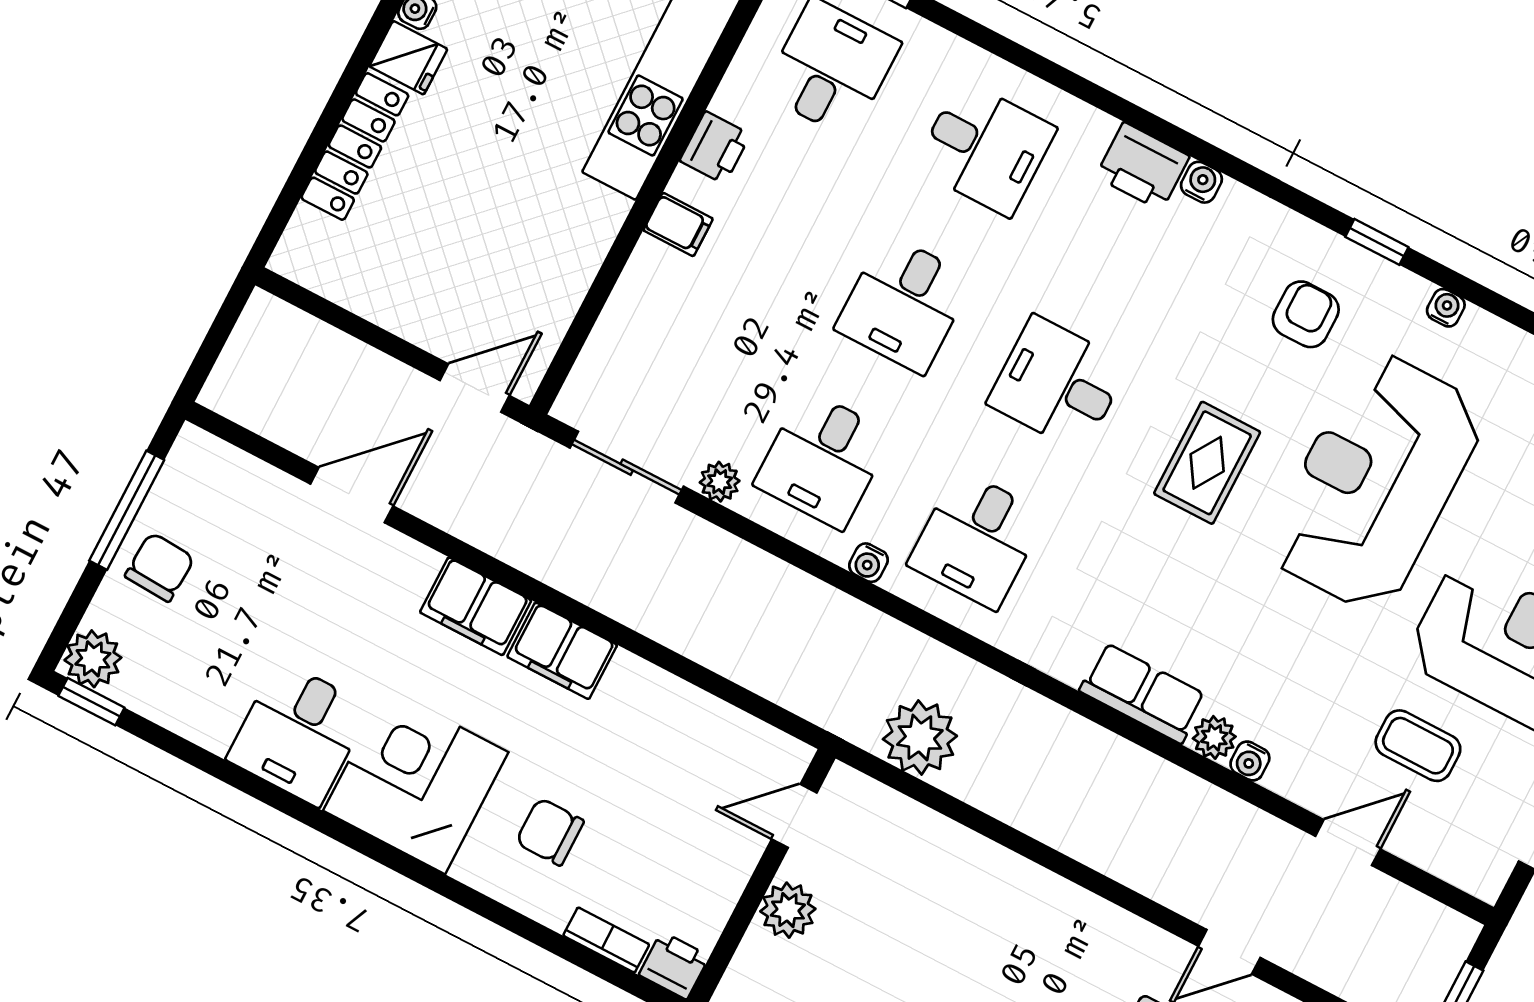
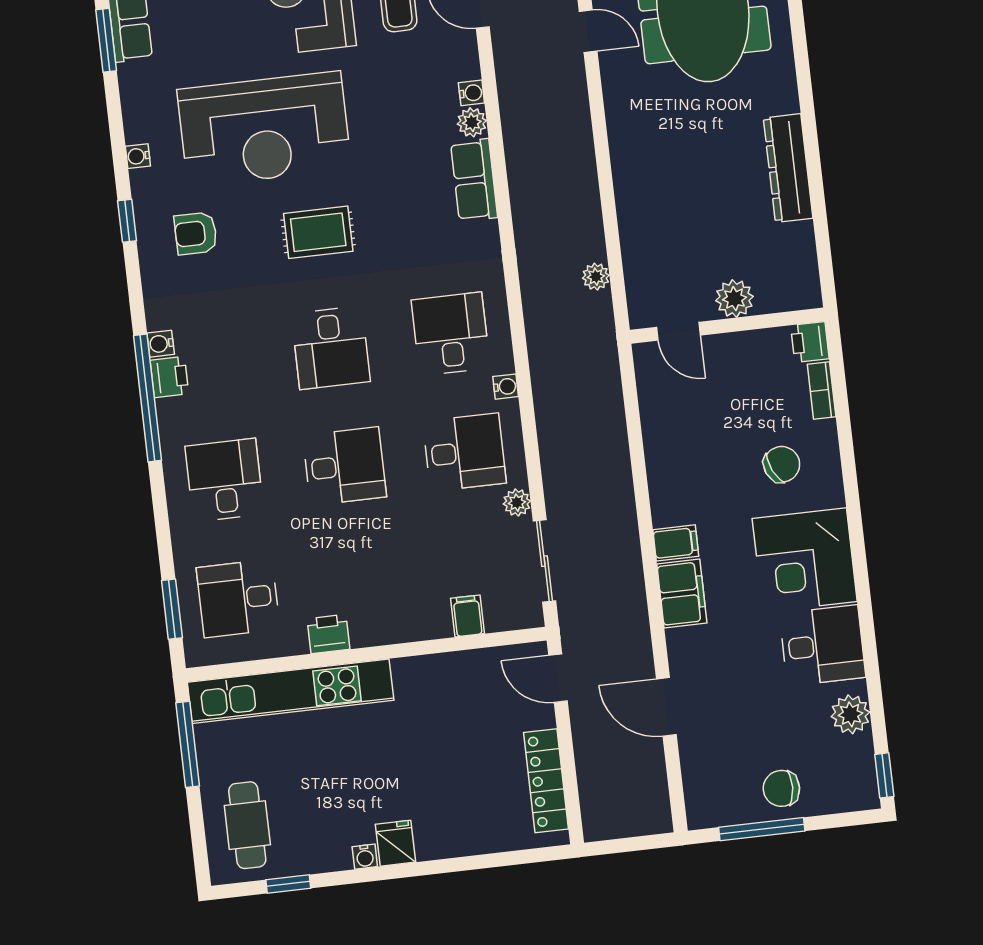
window: (1147, 122) -> (148, 398), added
locker: (355, 146) -> (546, 781), moved, turned -90
printer: (1143, 166) -> (169, 377), width x0.73, depth x0.81
filing cabinet: (678, 225) -> (467, 616), moved
desk: (977, 539) -> (451, 334), turned -90
filing cabinet: (562, 651) -> (676, 543), width x0.50
plant: (93, 659) -> (850, 714), moved
plant: (920, 738) -> (596, 277), width x0.53, depth x0.53
chair: (550, 832) -> (782, 464), turned -115

